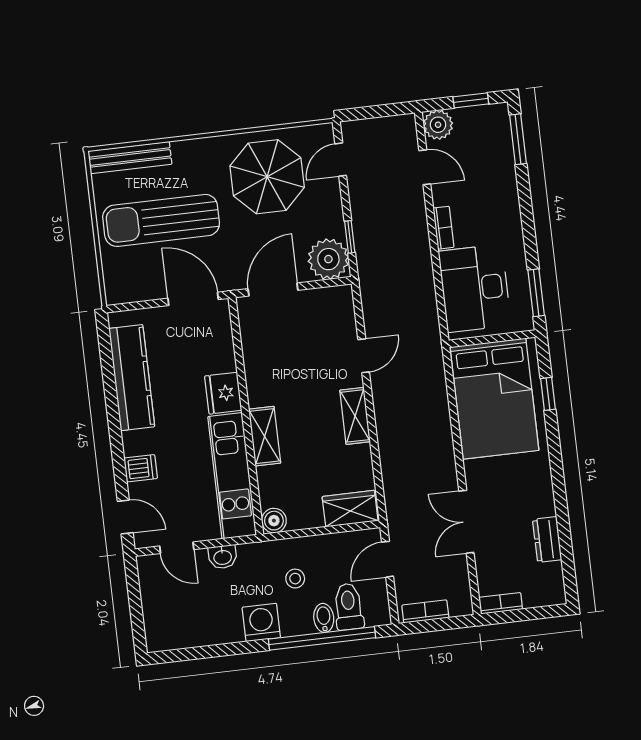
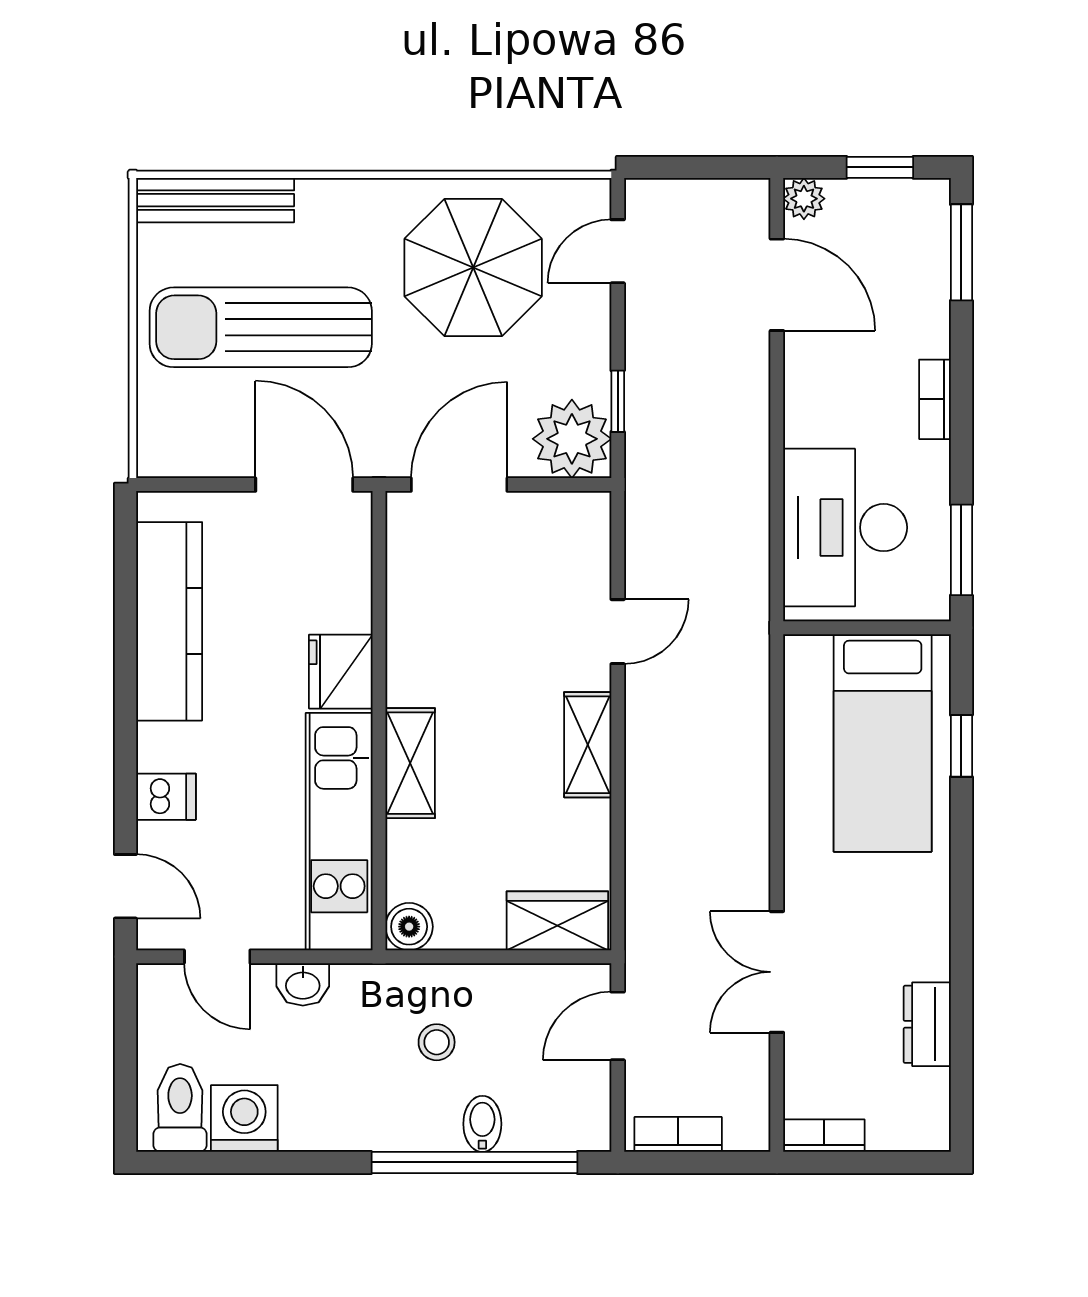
plant: (438, 125) -> (804, 199), width x0.73, depth x0.73
door: (425, 167) -> (777, 285), width x1.38
bookcase: (444, 228) -> (935, 399), moved, turned 180
bed: (494, 399) -> (883, 743), width x0.67
toilet: (349, 607) -> (180, 1108), moved
washing machine: (261, 622) -> (244, 1119), moved

